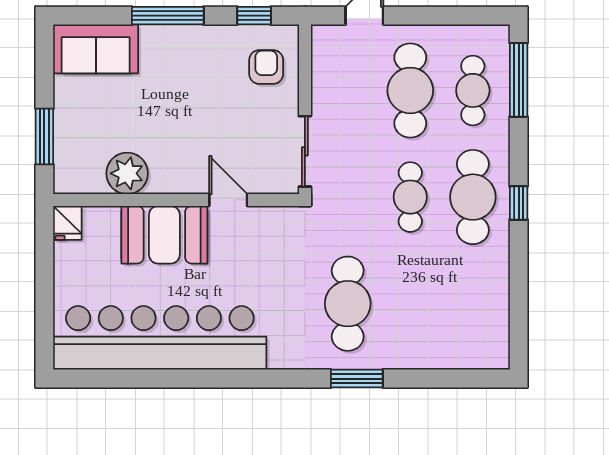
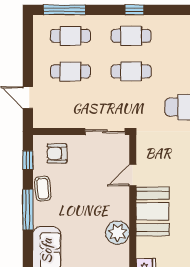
coffee table: (204, 42) -> (43, 189), added
cafe table: (410, 90) -> (70, 71), width x0.73, depth x0.74
cafe table: (473, 197) -> (131, 36), width x0.73, depth x0.74

